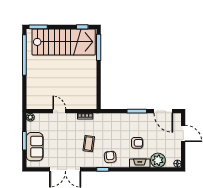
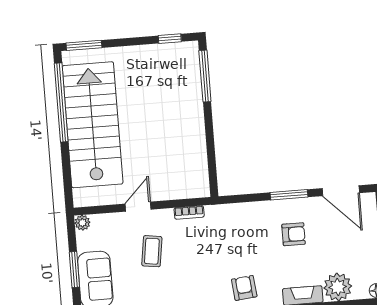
stairs: (64, 42) -> (93, 125), moved, turned -90
door: (59, 111) -> (138, 207), hinge flipped
armchair: (137, 143) -> (294, 234), moved
coffee table: (89, 144) -> (152, 251), moved

